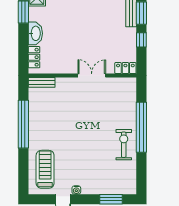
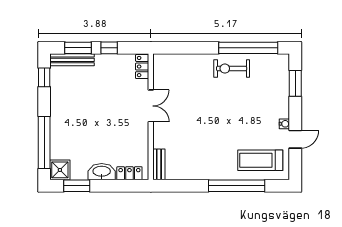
double door: (92, 75) -> (151, 106), swing flipped
window: (23, 124) -> (237, 186), moved
window: (141, 127) -> (248, 48), moved

